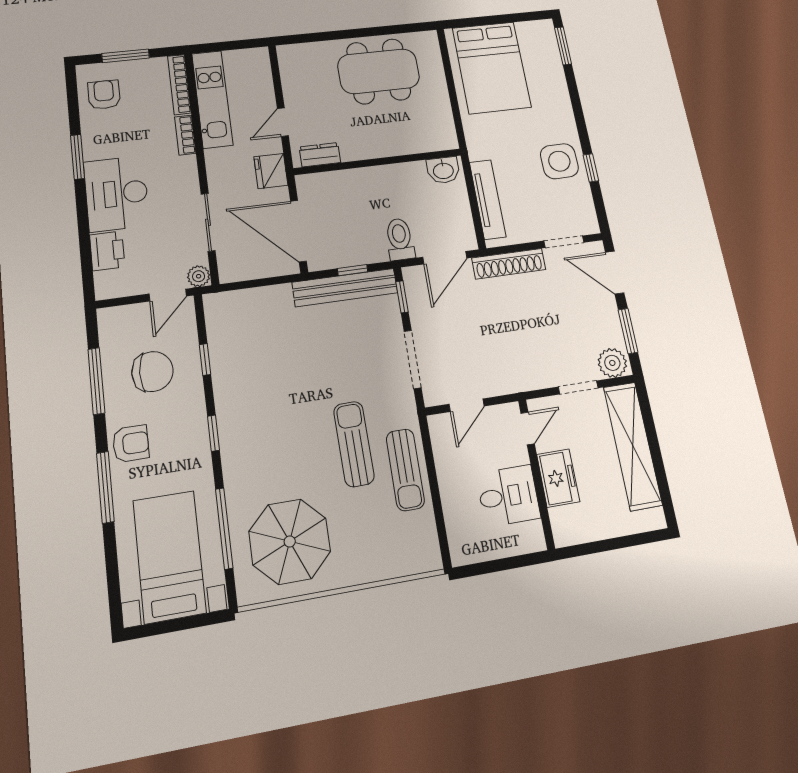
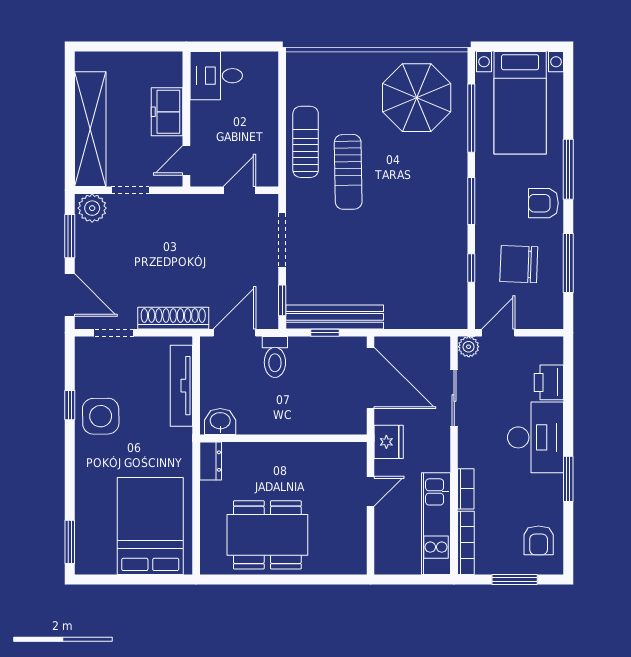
dresser: (320, 155) -> (211, 461), moved, turned -90
window: (213, 433) -> (471, 201), width x1.50
desk: (508, 496) -> (216, 76), moved

